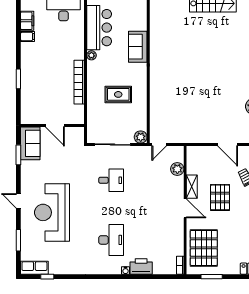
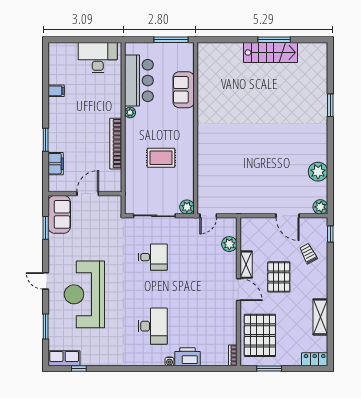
filing cabinet: (27, 21) -> (56, 164), moved
sofa: (138, 47) -> (184, 90), moved
door: (55, 126) -> (88, 194), swing flipped

